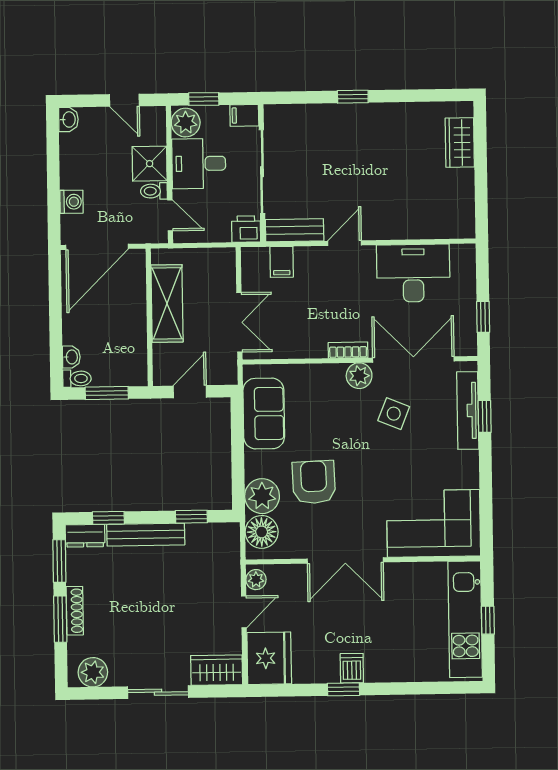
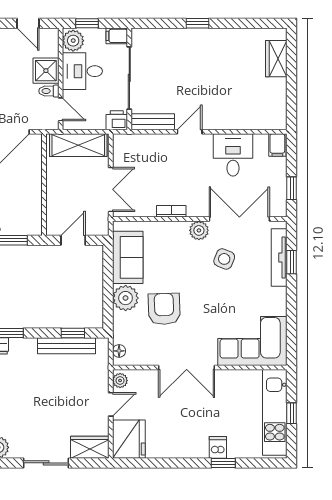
filing cabinet: (282, 262) -> (277, 145), moved
desk: (413, 273) -> (233, 155), width x0.73
shelving: (167, 303) -> (78, 145), moved, turned 90
bookcase: (348, 350) -> (171, 211), moved
plant: (262, 496) -> (126, 298), moved
floor lamp: (262, 532) -> (119, 351), width x0.53, depth x0.53
bench: (146, 535) -> (66, 346), moved
dishwasher: (352, 668) -> (218, 447), moved
window: (344, 689) -> (223, 463), moved

